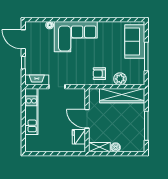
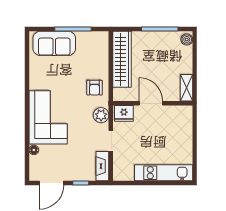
plant: (120, 79) -> (101, 115), moved
kitchen unit: (31, 112) -> (164, 173), moved
door: (87, 119) -> (151, 103), swing flipped
fridge: (79, 137) -> (124, 113), moved
boiler: (116, 147) -> (187, 39), moved

